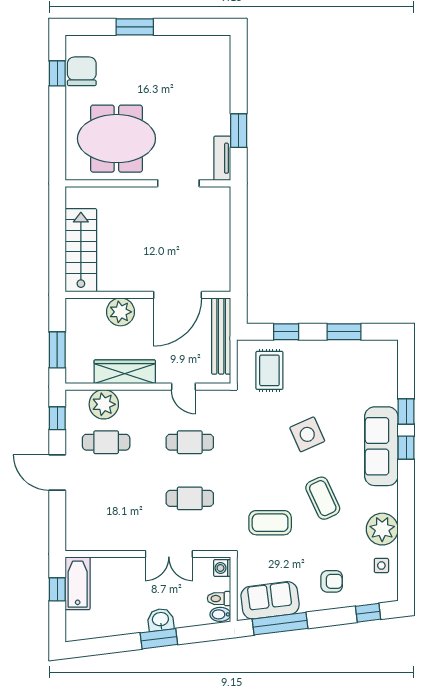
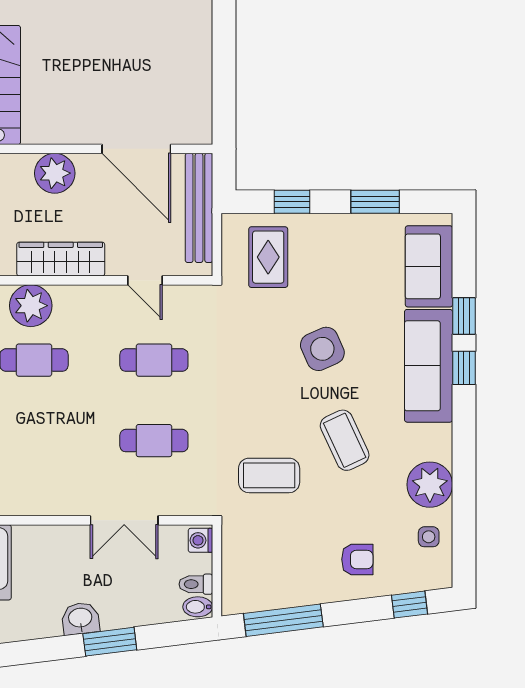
door: (178, 295) -> (136, 149), hinge flipped
sofa: (270, 600) -> (429, 266), moved, turned -83
washbasin: (161, 620) -> (80, 618), moved

